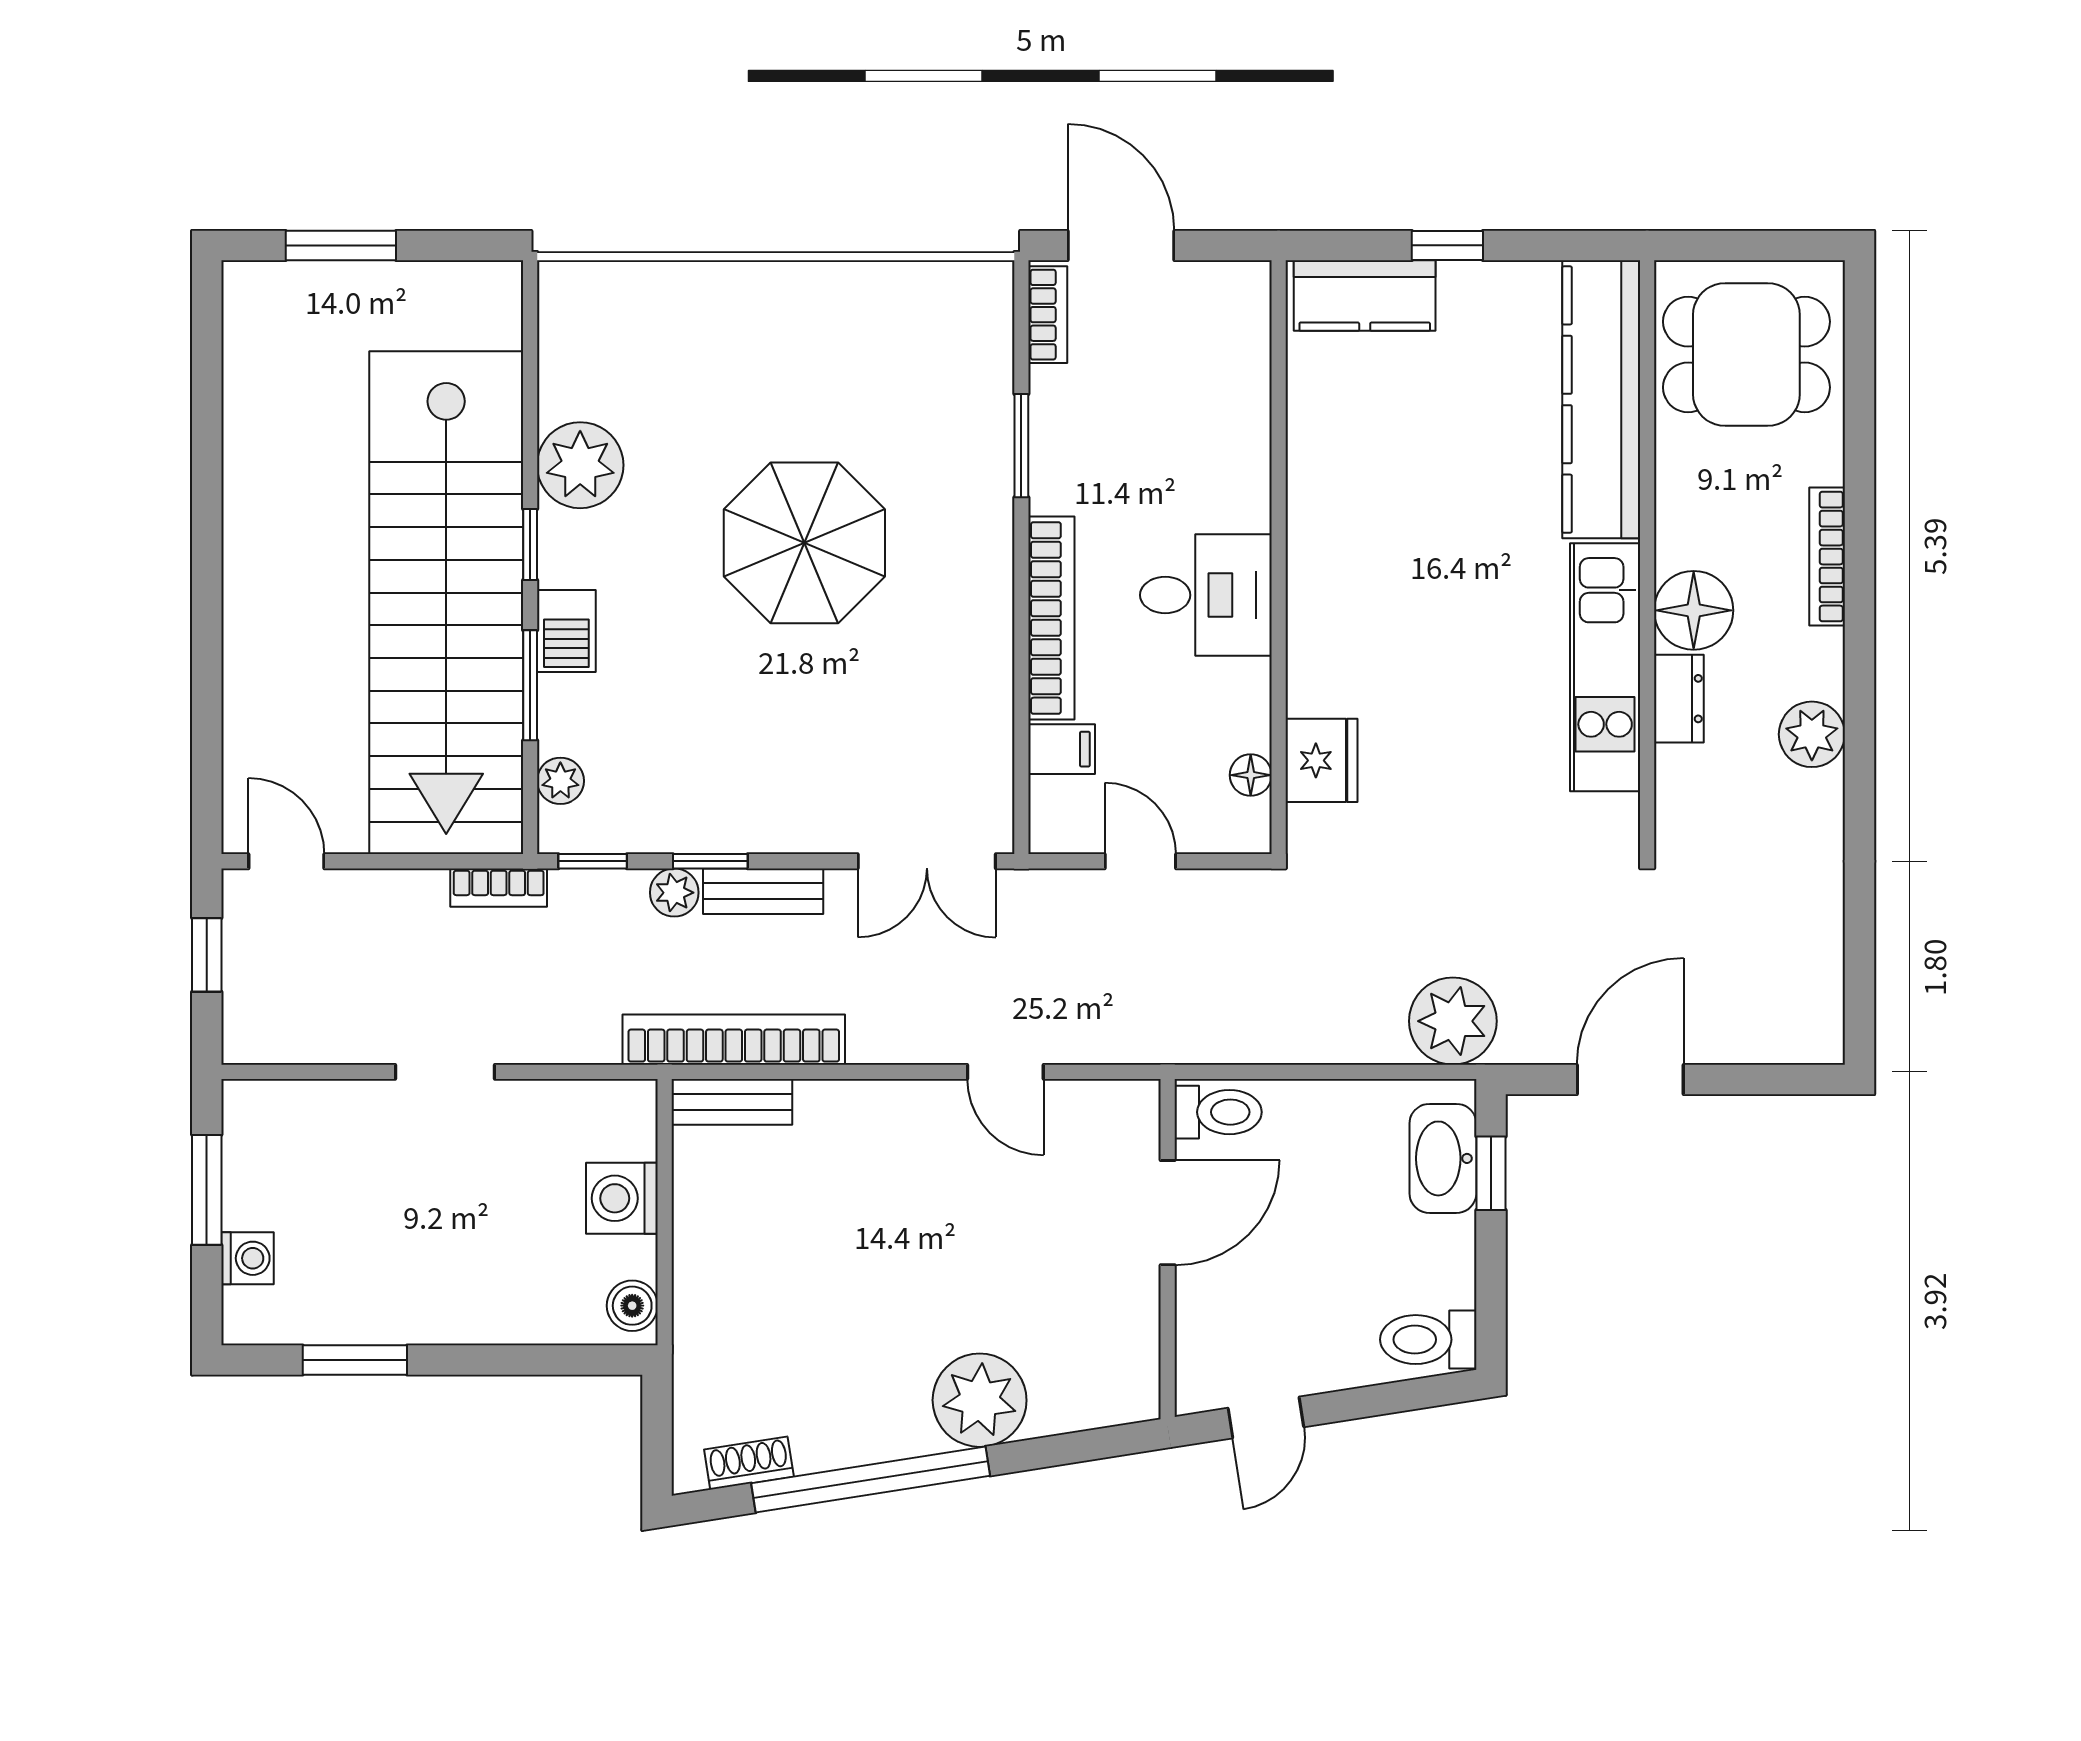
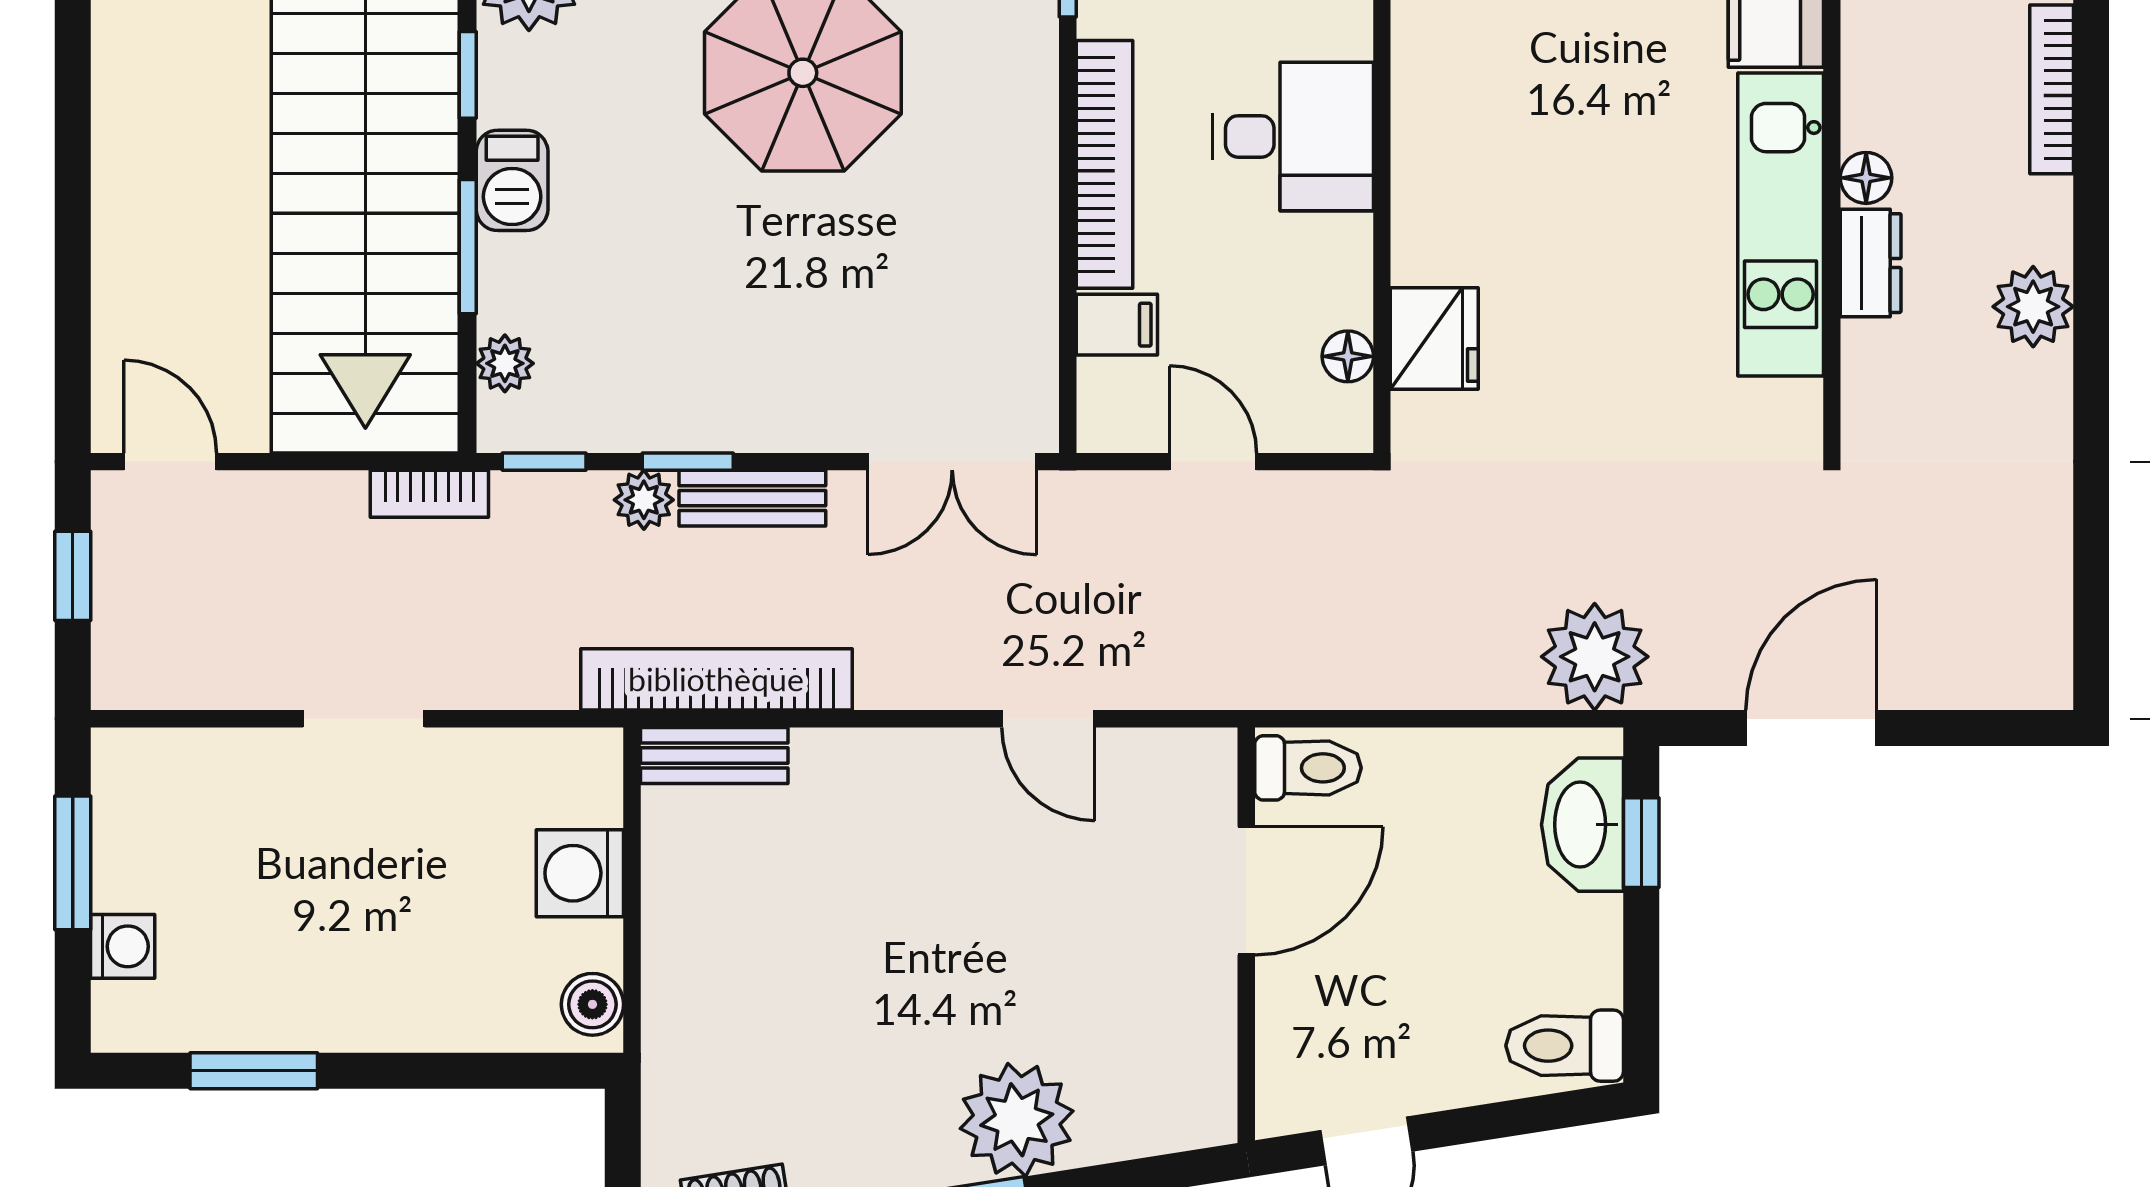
floor lamp: (1694, 610) -> (1866, 178), width x0.53, depth x0.53

